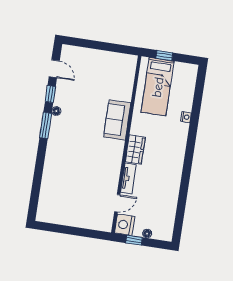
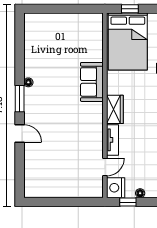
door: (54, 69) -> (20, 133), moved
bed: (158, 87) -> (128, 42), width x1.50
window: (50, 94) -> (20, 66), removed

